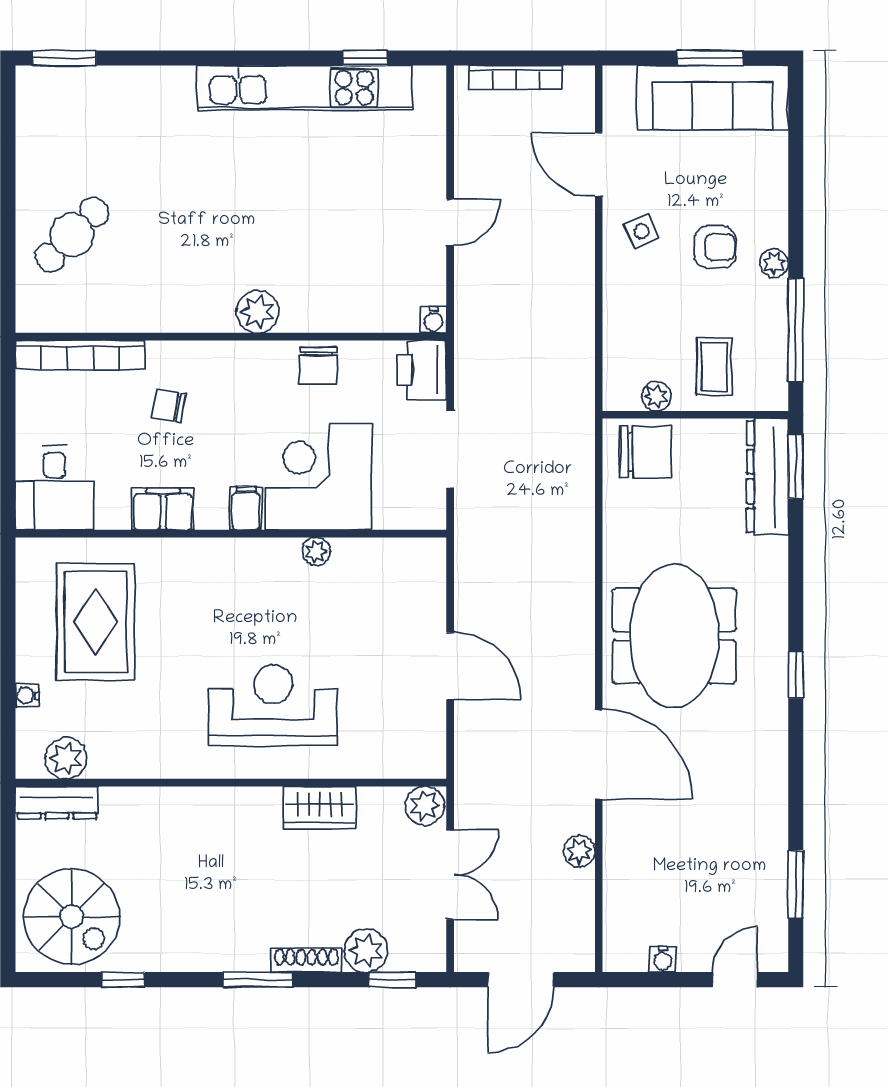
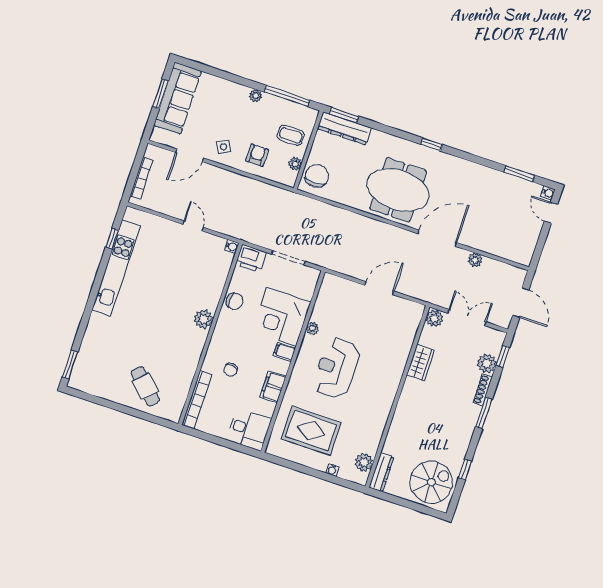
armchair: (715, 247) -> (257, 155), moved
reception desk: (273, 705) -> (336, 368), moved
water cooler: (663, 959) -> (548, 193), moved

